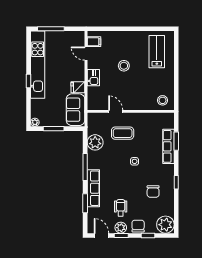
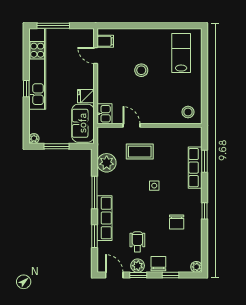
kitchen sink: (93, 78) -> (105, 114), moved
plant: (165, 225) -> (196, 267), width x0.53, depth x0.53

